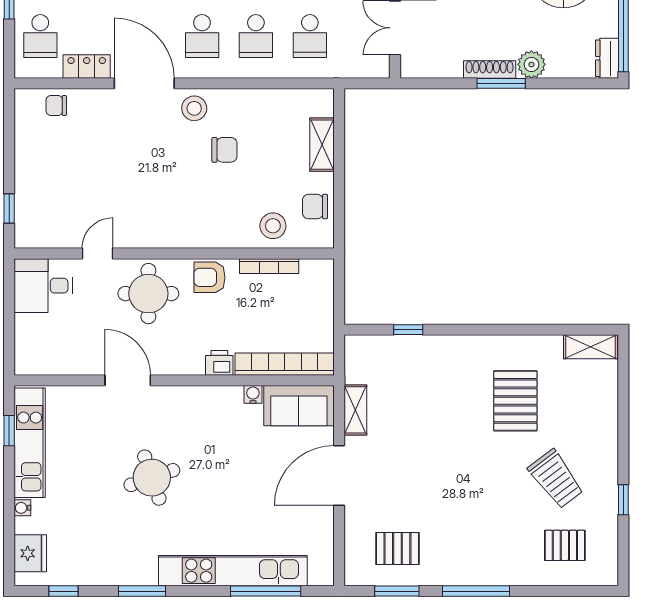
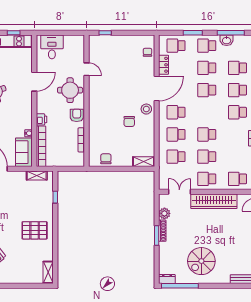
plant: (531, 64) -> (164, 213), moved
shelving: (322, 145) -> (144, 162), moved
stool: (273, 226) -> (98, 141), removed
desk: (43, 286) -> (52, 47), moved
pallet: (515, 401) -> (35, 230), moved
shelving: (355, 410) -> (37, 175), moved

